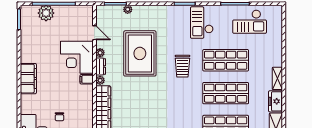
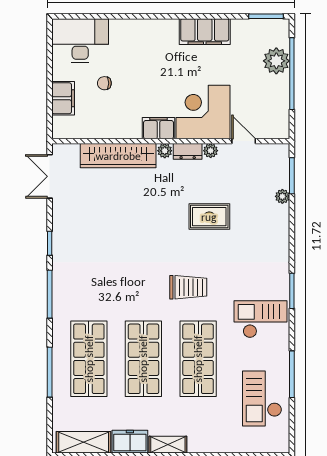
door: (94, 33) -> (244, 141), swing flipped
rug: (140, 53) -> (209, 217), width x0.54, depth x0.49
trolley: (182, 66) -> (188, 287), turned 180
filing cabinet: (28, 79) -> (205, 32), moved
filing cabinet: (87, 79) -> (159, 128), width x2.00

